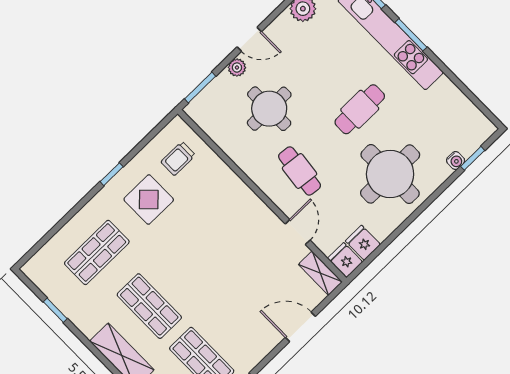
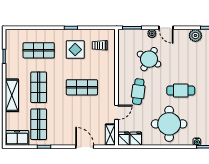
round table: (269, 109) -> (149, 59), turned 30
shop shelf: (212, 245) -> (82, 87), added

